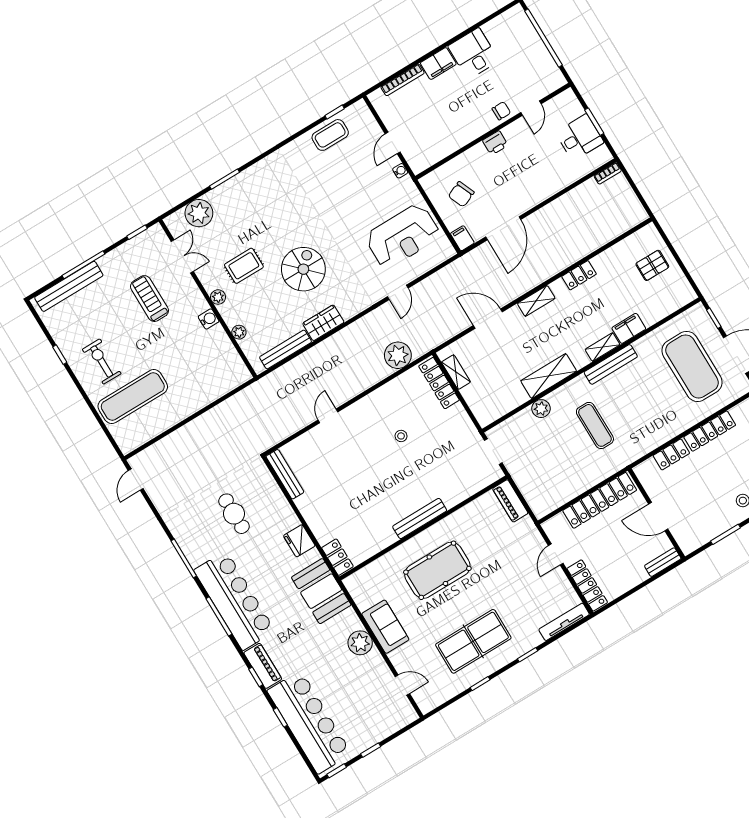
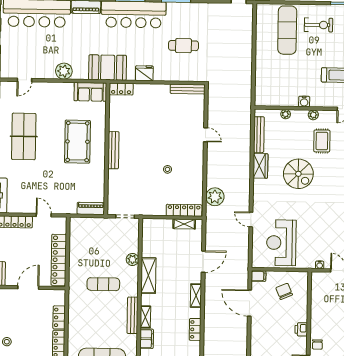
sofa: (385, 627) -> (90, 92), moved

